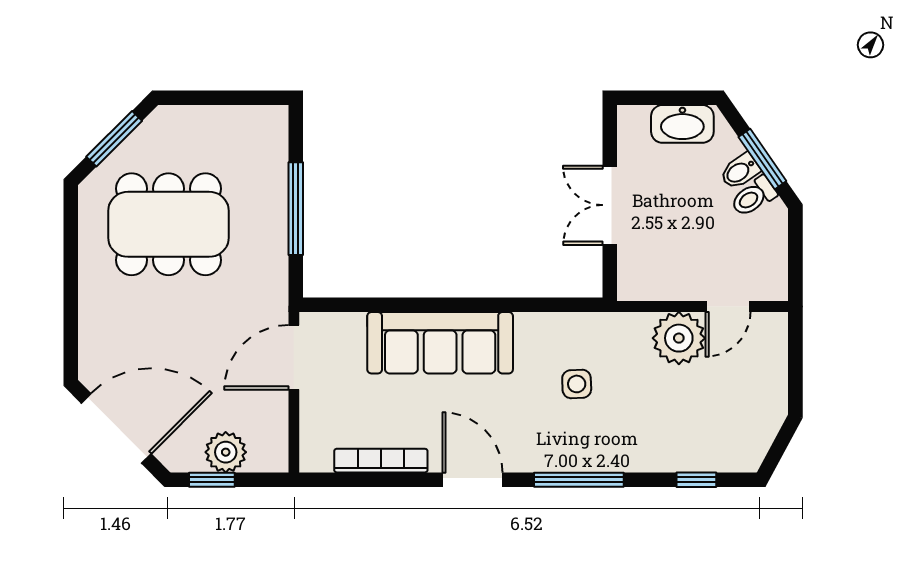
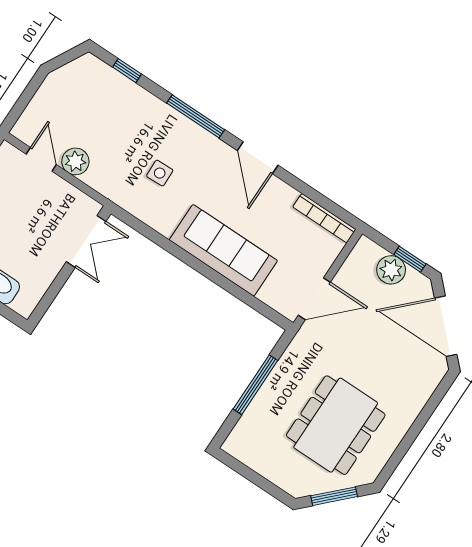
double door: (610, 205) -> (86, 241), moved
dining table: (169, 224) -> (336, 425), turned 90
door: (728, 307) -> (41, 159), hinge flipped
plant: (679, 338) -> (75, 161), width x0.73, depth x0.73
bookcase: (381, 461) -> (324, 218), moved

